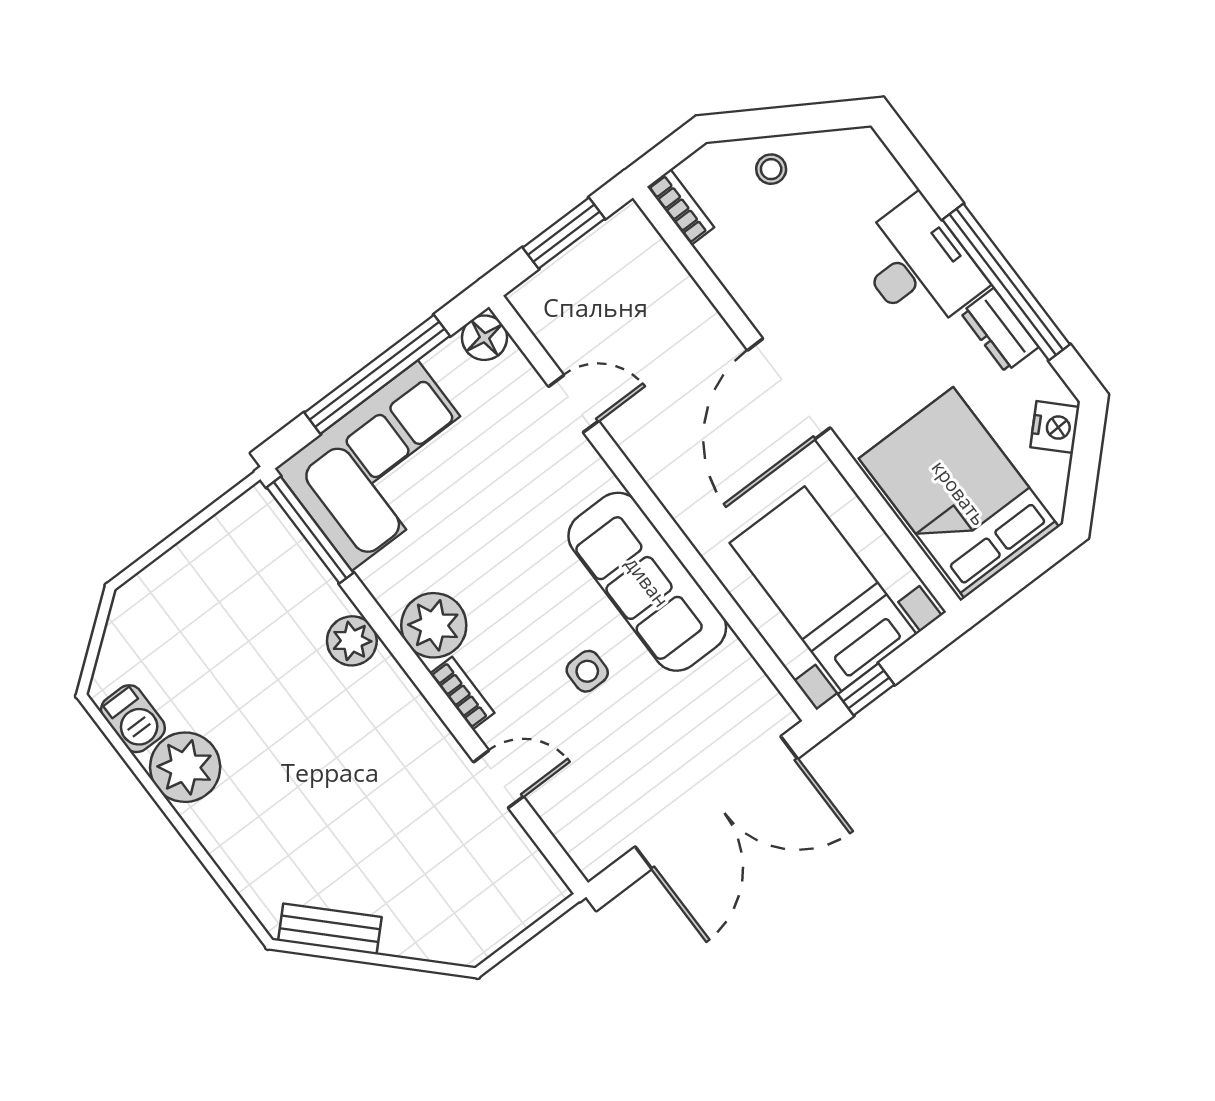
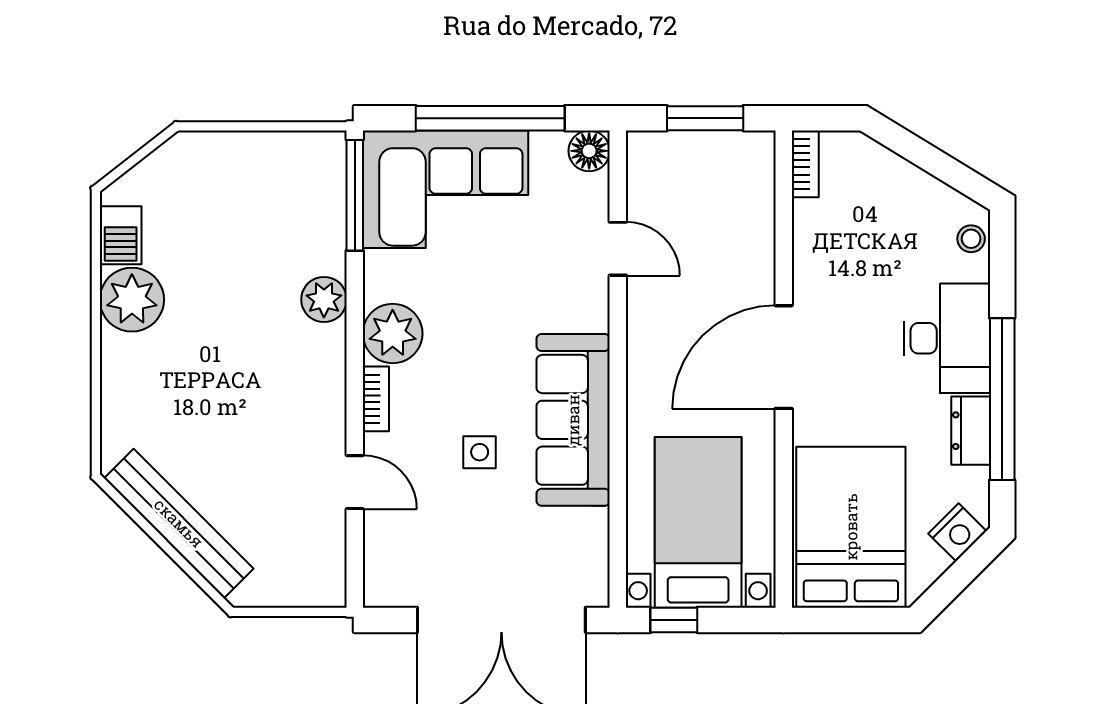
stool: (771, 169) -> (971, 239), moved
bench: (330, 929) -> (179, 523), width x1.86, depth x1.21

